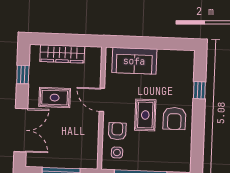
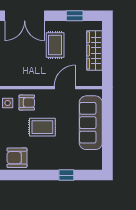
sofa: (134, 61) -> (91, 123), width x1.36
door: (102, 100) -> (65, 88), moved
armchair: (174, 118) -> (17, 158), moved

